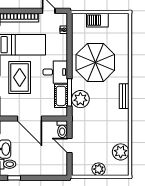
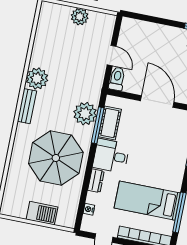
dresser: (63, 52) -> (96, 181), added
rug: (20, 77) -> (159, 158), removed
plant: (121, 152) -> (37, 79), moved

